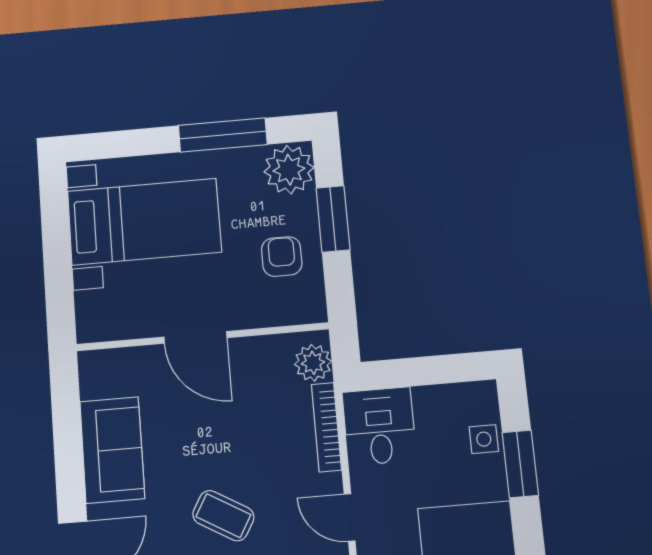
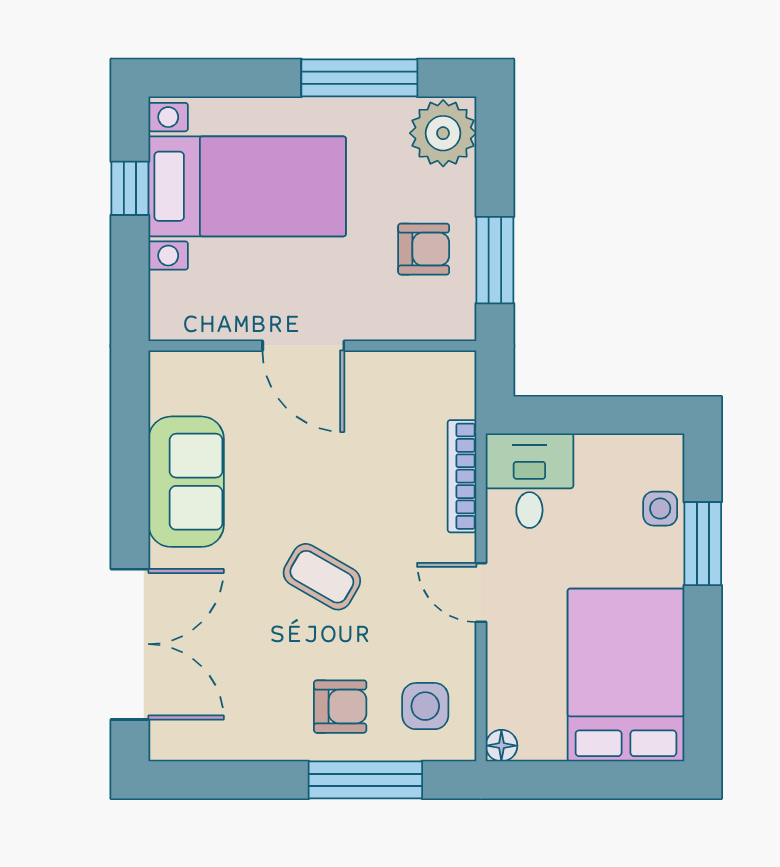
window: (333, 219) -> (495, 260), moved
window: (56, 231) -> (130, 188), added
armchair: (282, 257) -> (424, 249), turned 90
plant: (313, 363) -> (452, 392), removed

